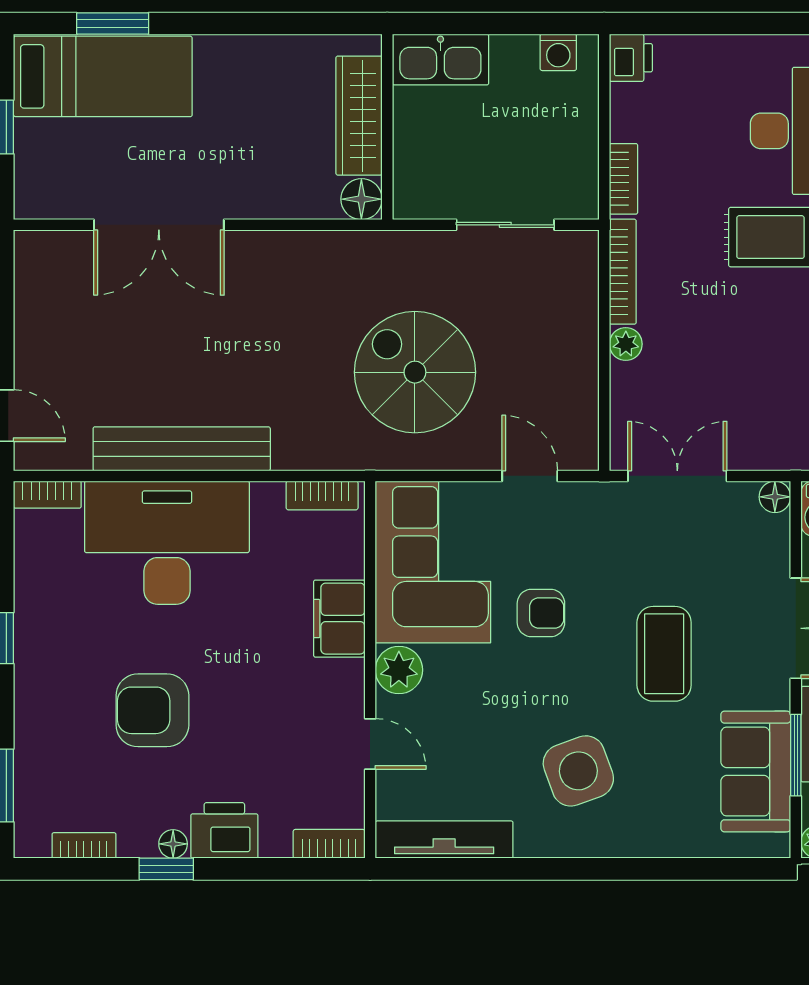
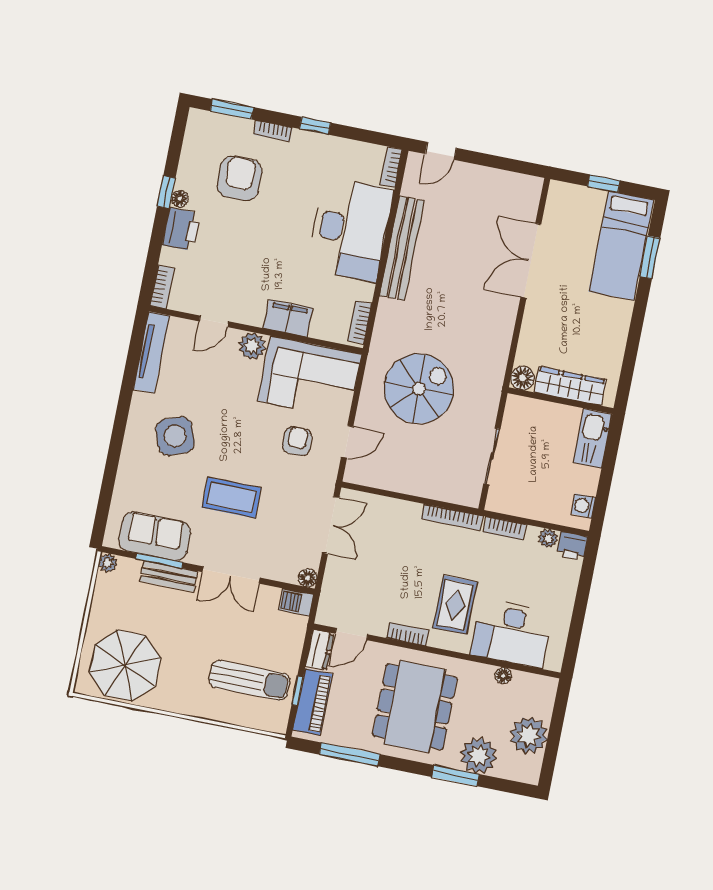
plant: (626, 344) -> (548, 538), moved
armchair: (541, 613) -> (297, 441), moved, turned 180
armchair: (152, 710) -> (240, 178), moved
bookcase: (84, 845) -> (273, 131), moved, turned 90

